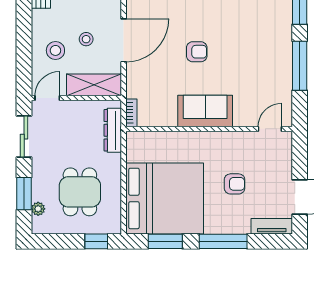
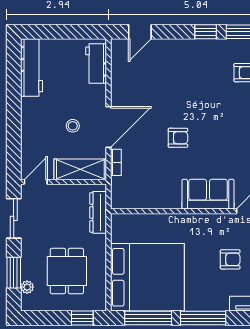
stool: (55, 50) -> (44, 137), removed
sofa: (205, 111) -> (208, 194), moved
bookcase: (131, 113) -> (116, 162), moved
armchair: (235, 184) -> (230, 259), moved
window: (165, 241) -> (148, 318), width x1.44

